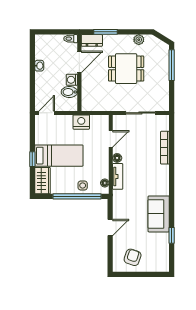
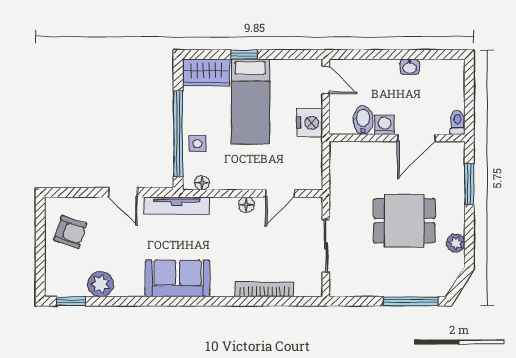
dresser: (92, 40) -> (454, 160), removed
door: (79, 62) -> (416, 138), hinge flipped
dining table: (126, 69) -> (404, 221), turned 90
nightstand: (81, 122) -> (310, 123), moved
door: (111, 139) -> (280, 193), hinge flipped
tv unit: (118, 176) -> (177, 206), moved, width x1.41
sofa: (159, 214) -> (178, 278), moved
window: (172, 235) -> (71, 301), moved
plant: (162, 240) -> (101, 284), added

